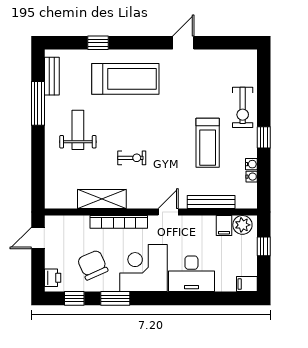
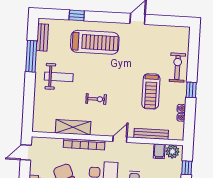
exercise bike: (243, 107) -> (177, 68), turned 180
weight bench: (78, 130) -> (59, 77), turned 90

